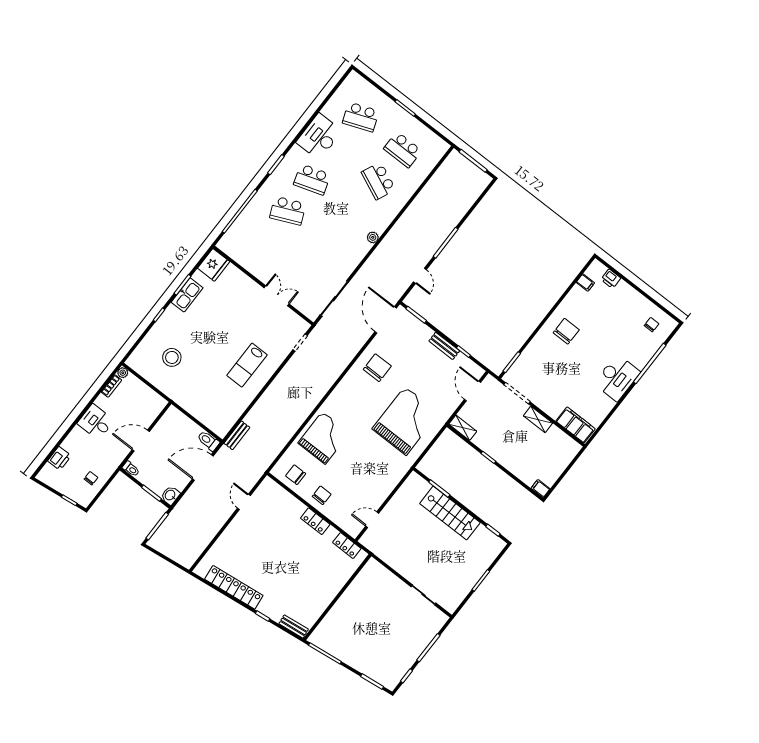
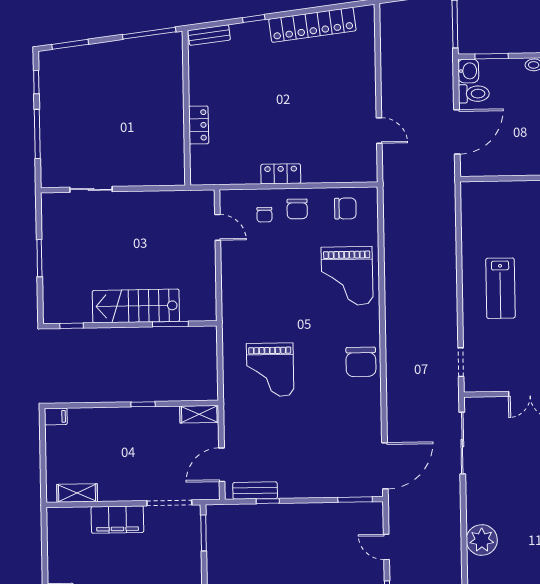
plant: (373, 237) -> (482, 540), width x1.88, depth x1.88
door: (386, 320) -> (385, 466), hinge flipped
bench: (444, 346) -> (255, 491), moved
lab bench: (247, 365) -> (500, 288), turned 180
chair: (377, 368) -> (361, 362), moved
door: (472, 391) -> (222, 465), swing flipped
shelving: (538, 419) -> (77, 493), moved
grand piano: (406, 421) -> (270, 370), width x0.73, depth x0.68
filing cabinet: (576, 425) -> (117, 520), moved
bench: (237, 435) -> (448, 199), removed
toilet: (208, 441) -> (474, 94), moved
chair: (342, 506) -> (264, 215), added
door: (372, 520) -> (218, 227), hinge flipped
locker: (347, 546) -> (199, 125), moved, turned 90

